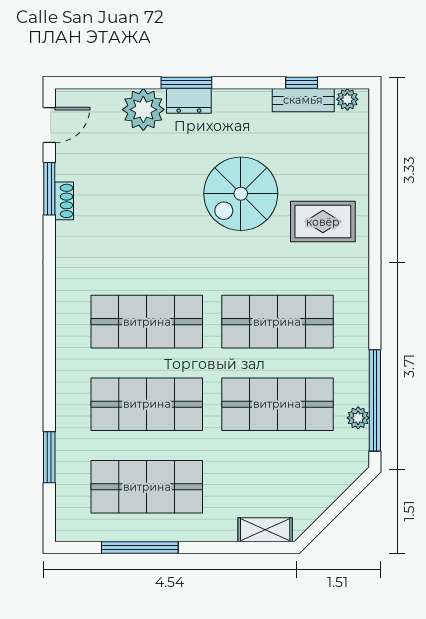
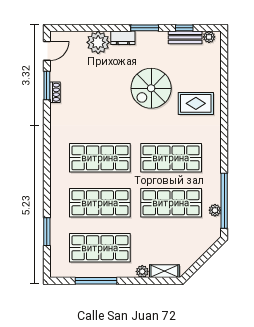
window: (186, 83) -> (145, 28), moved
plant: (224, 530) -> (142, 271), added

